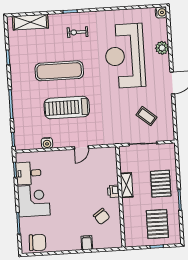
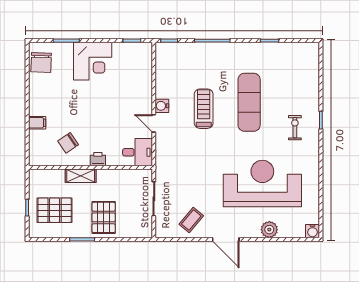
shelving: (30, 22) -> (311, 71), removed
treadmill: (67, 108) -> (204, 109), width x0.73, depth x0.73
coffee table: (147, 116) -> (191, 220), moved
water cooler: (47, 143) -> (162, 106), moved
desk: (29, 173) -> (138, 152), moved, turned 90
pallet: (161, 184) -> (104, 217), turned 90
shelving: (127, 185) -> (81, 176), moved

